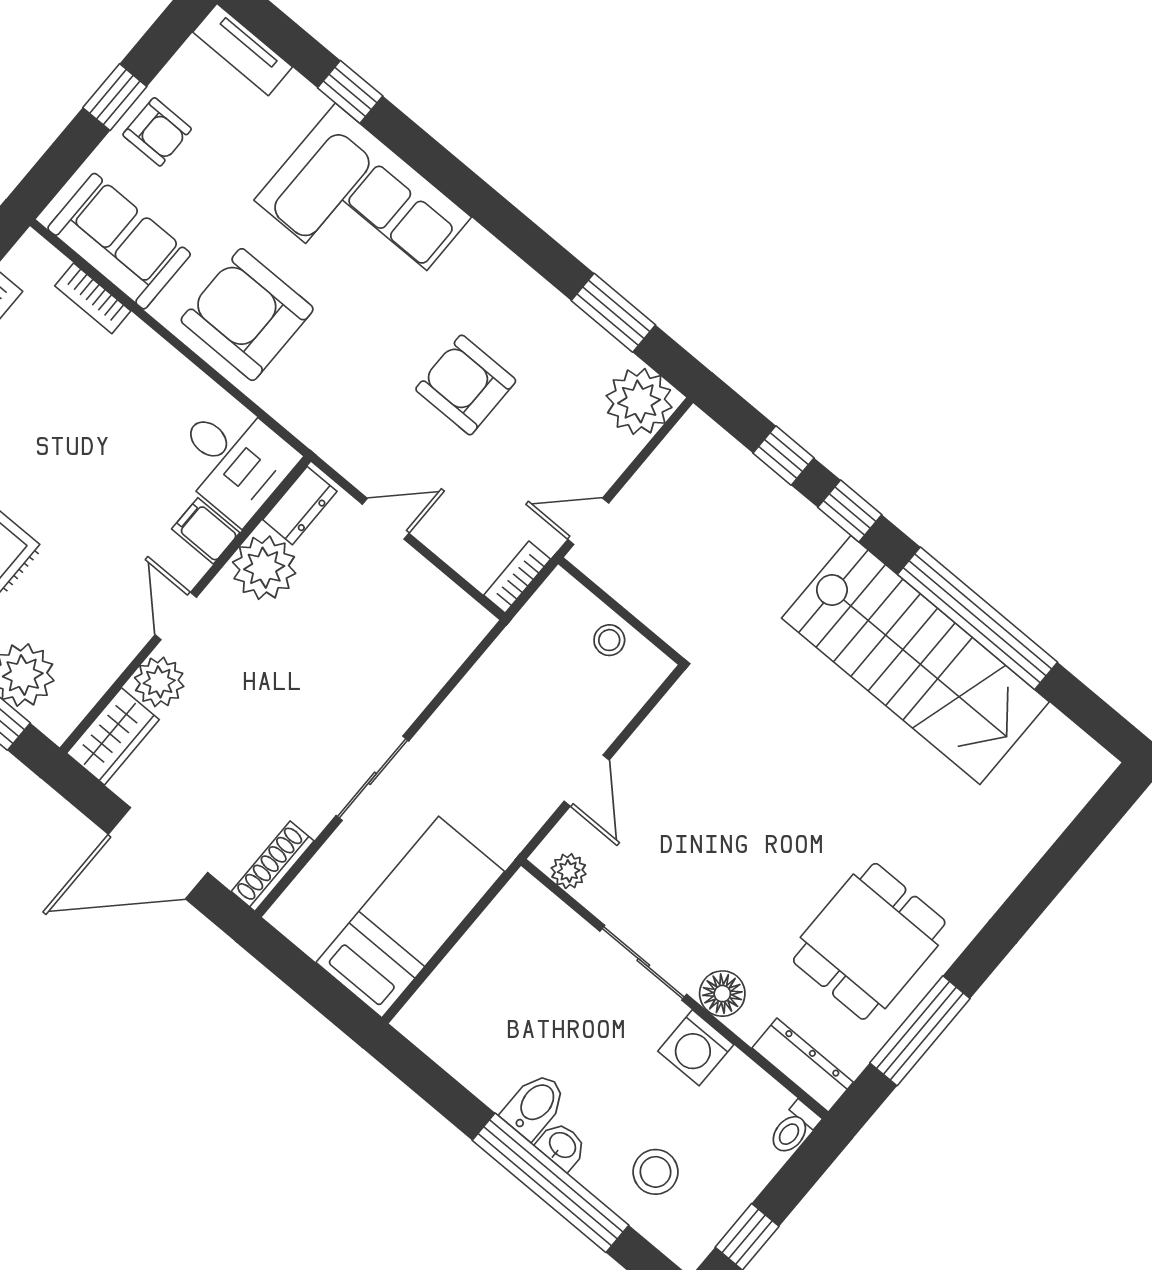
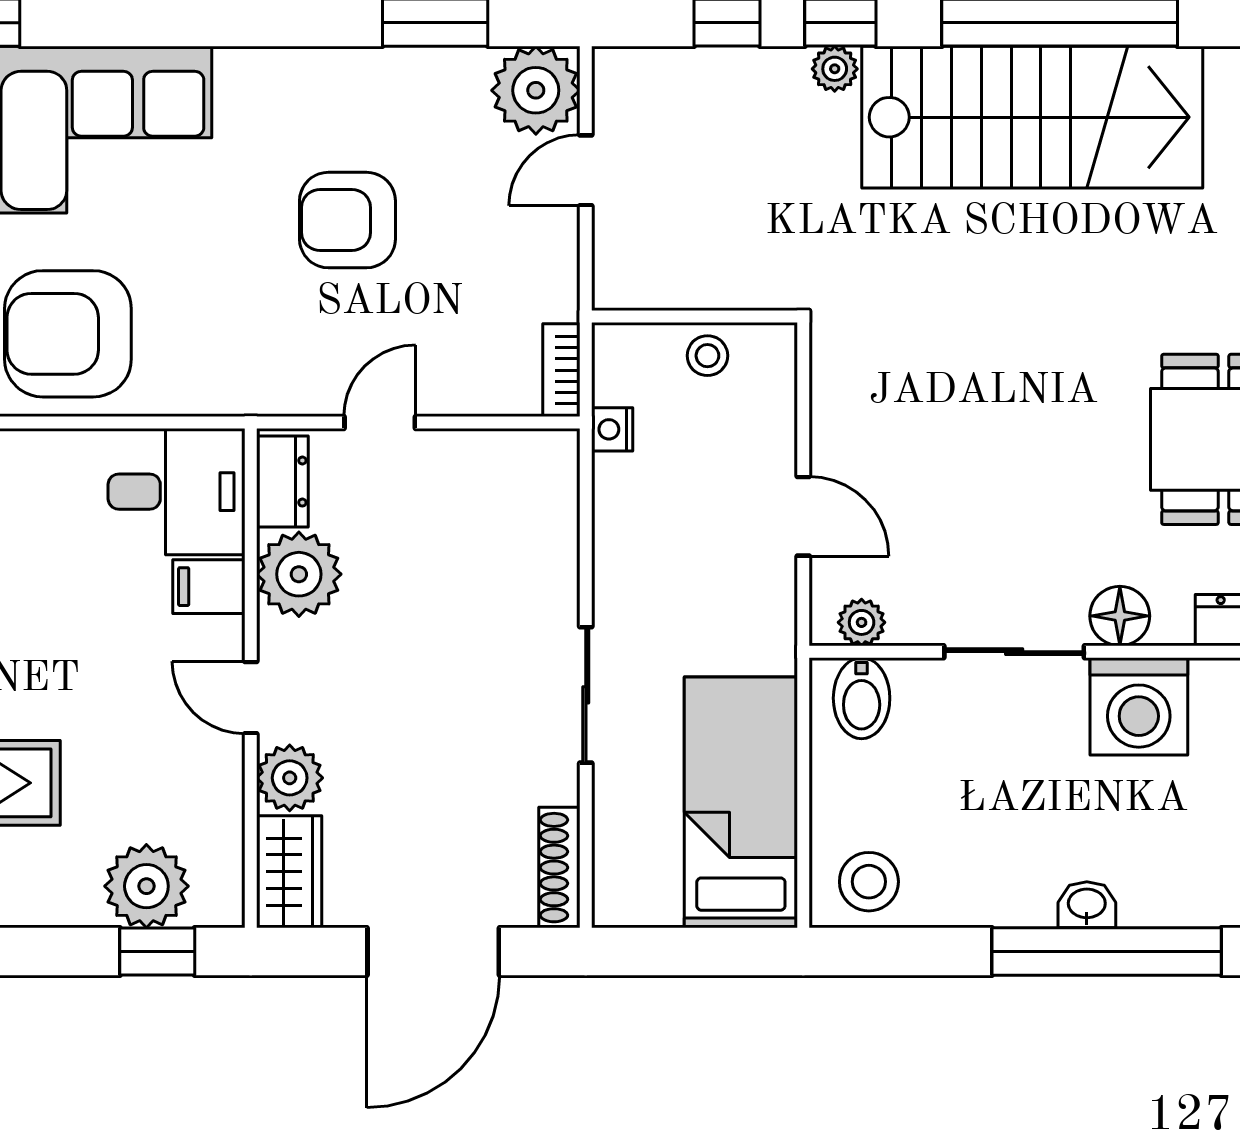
door: (588, 521) -> (586, 170), moved
plant: (824, 535) -> (835, 69), added
nightstand: (518, 636) -> (612, 429), added
washing machine: (696, 1048) -> (1139, 706), width x1.37, depth x1.37
bidet: (535, 1106) -> (862, 698), moved, turned 180
stool: (656, 1172) -> (869, 882), moved

